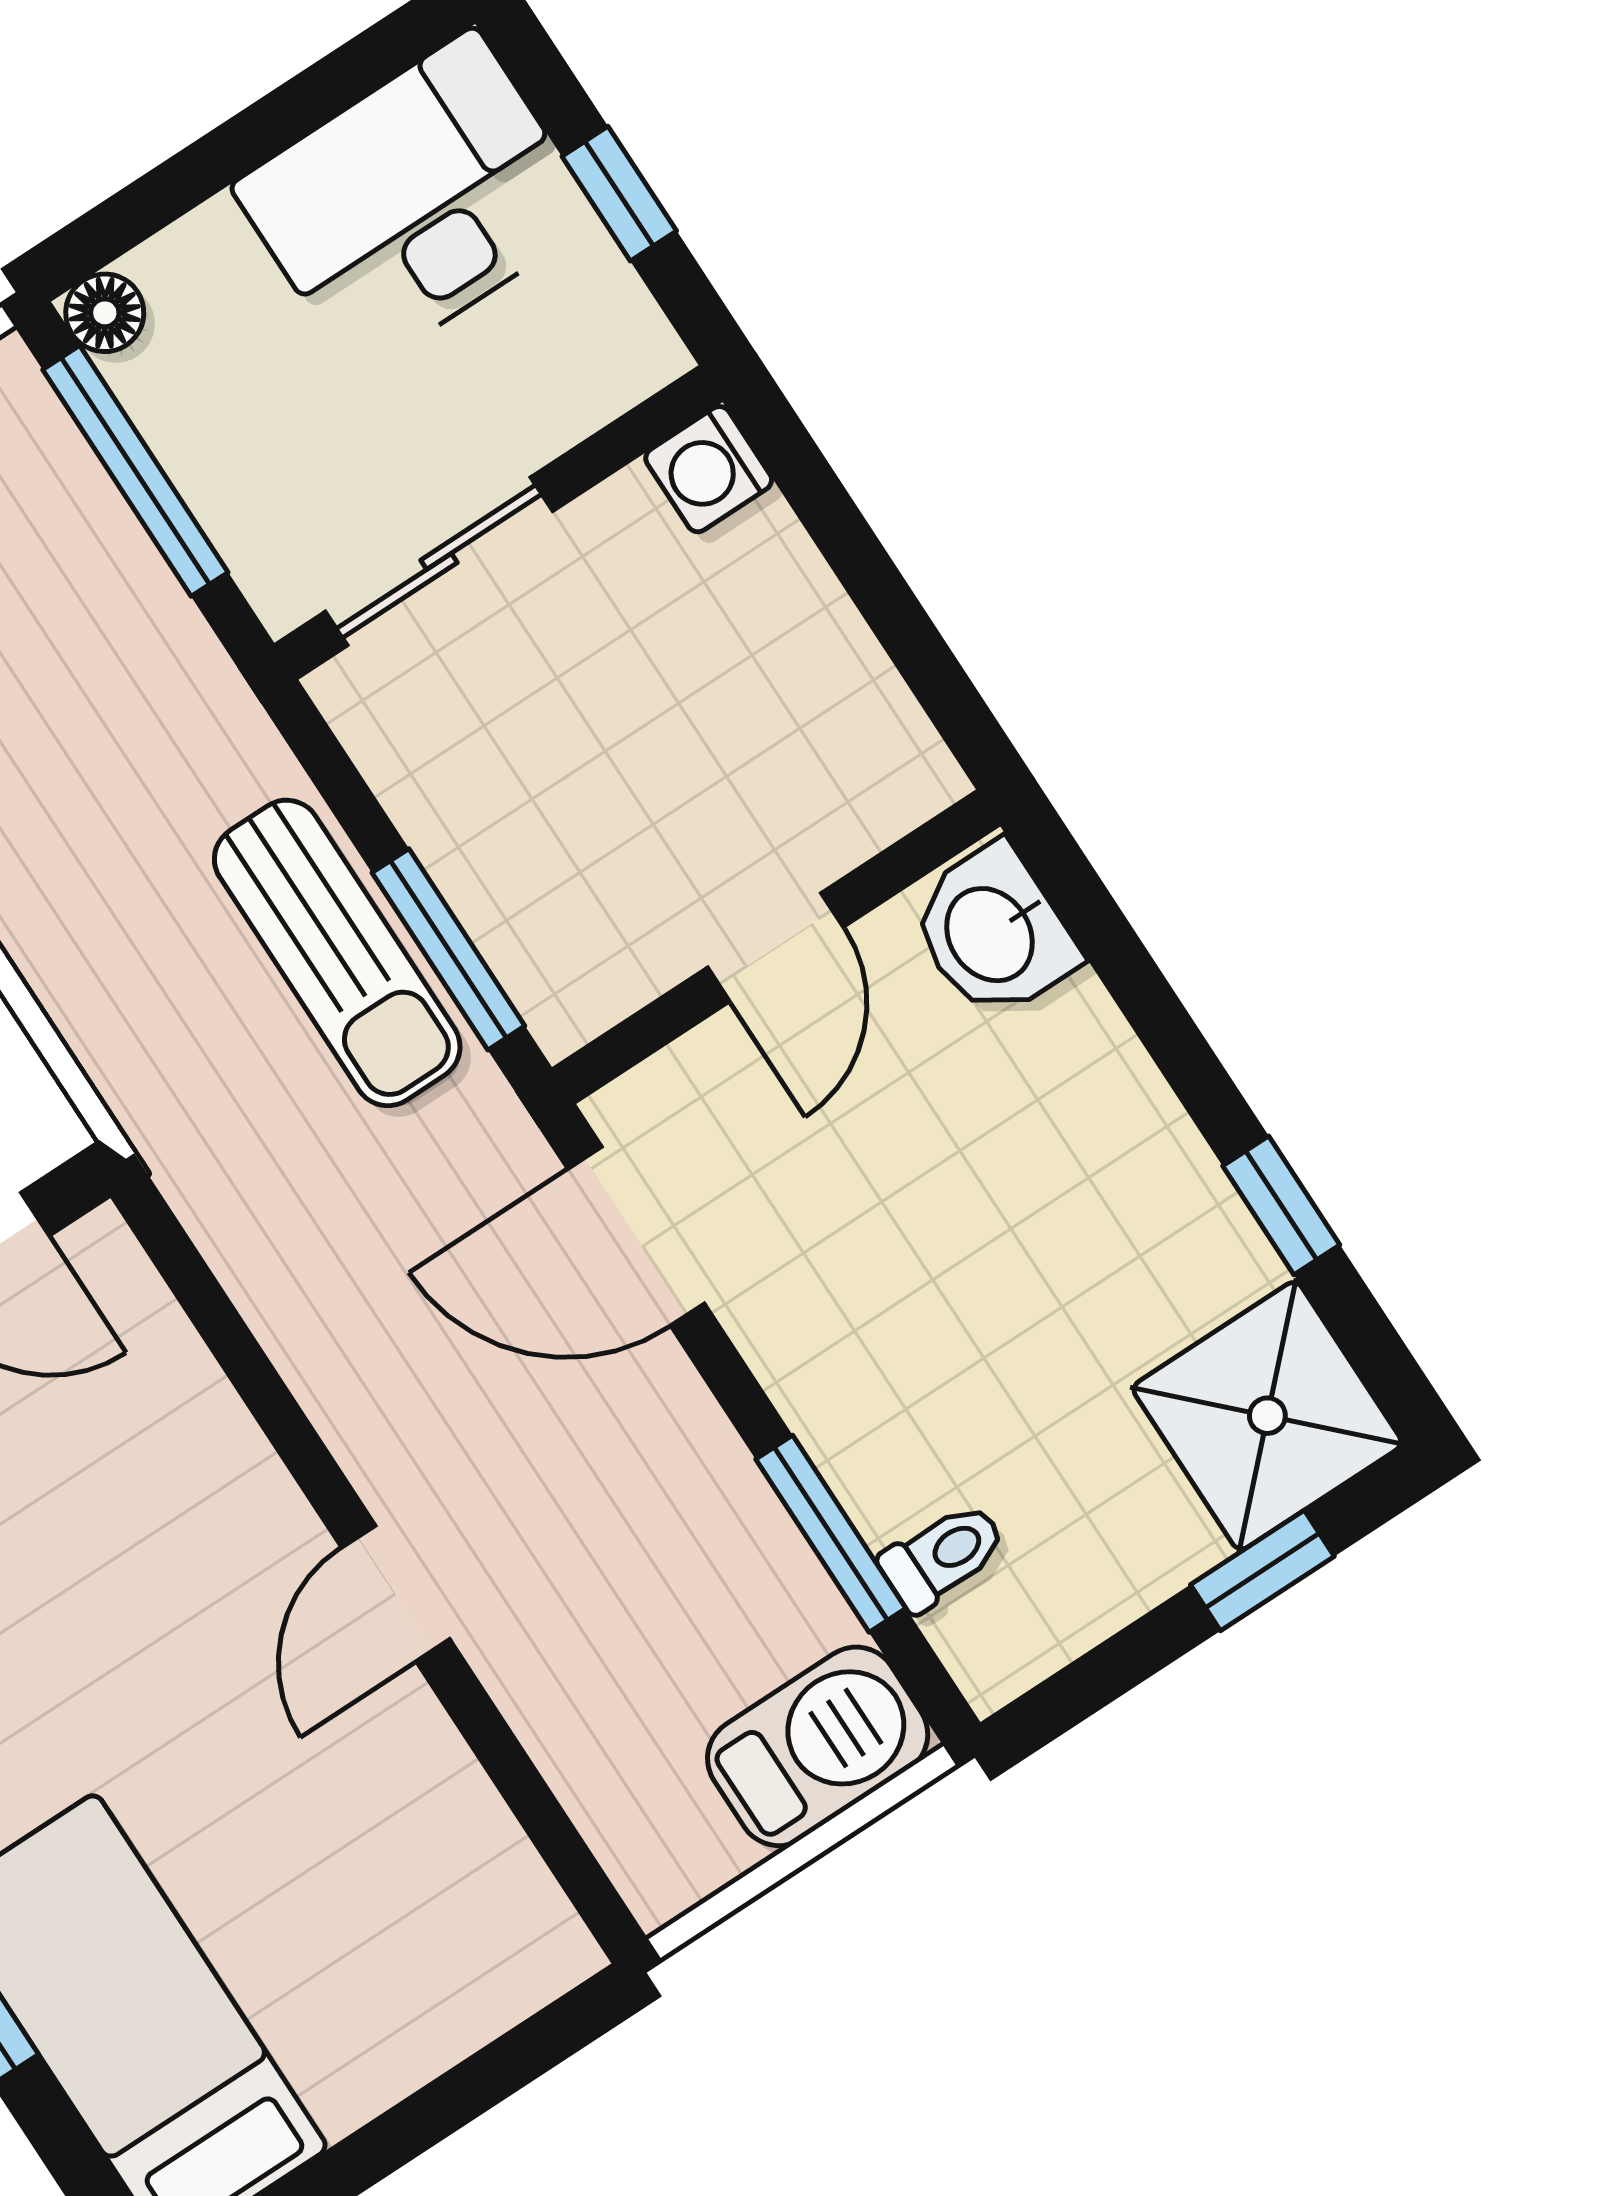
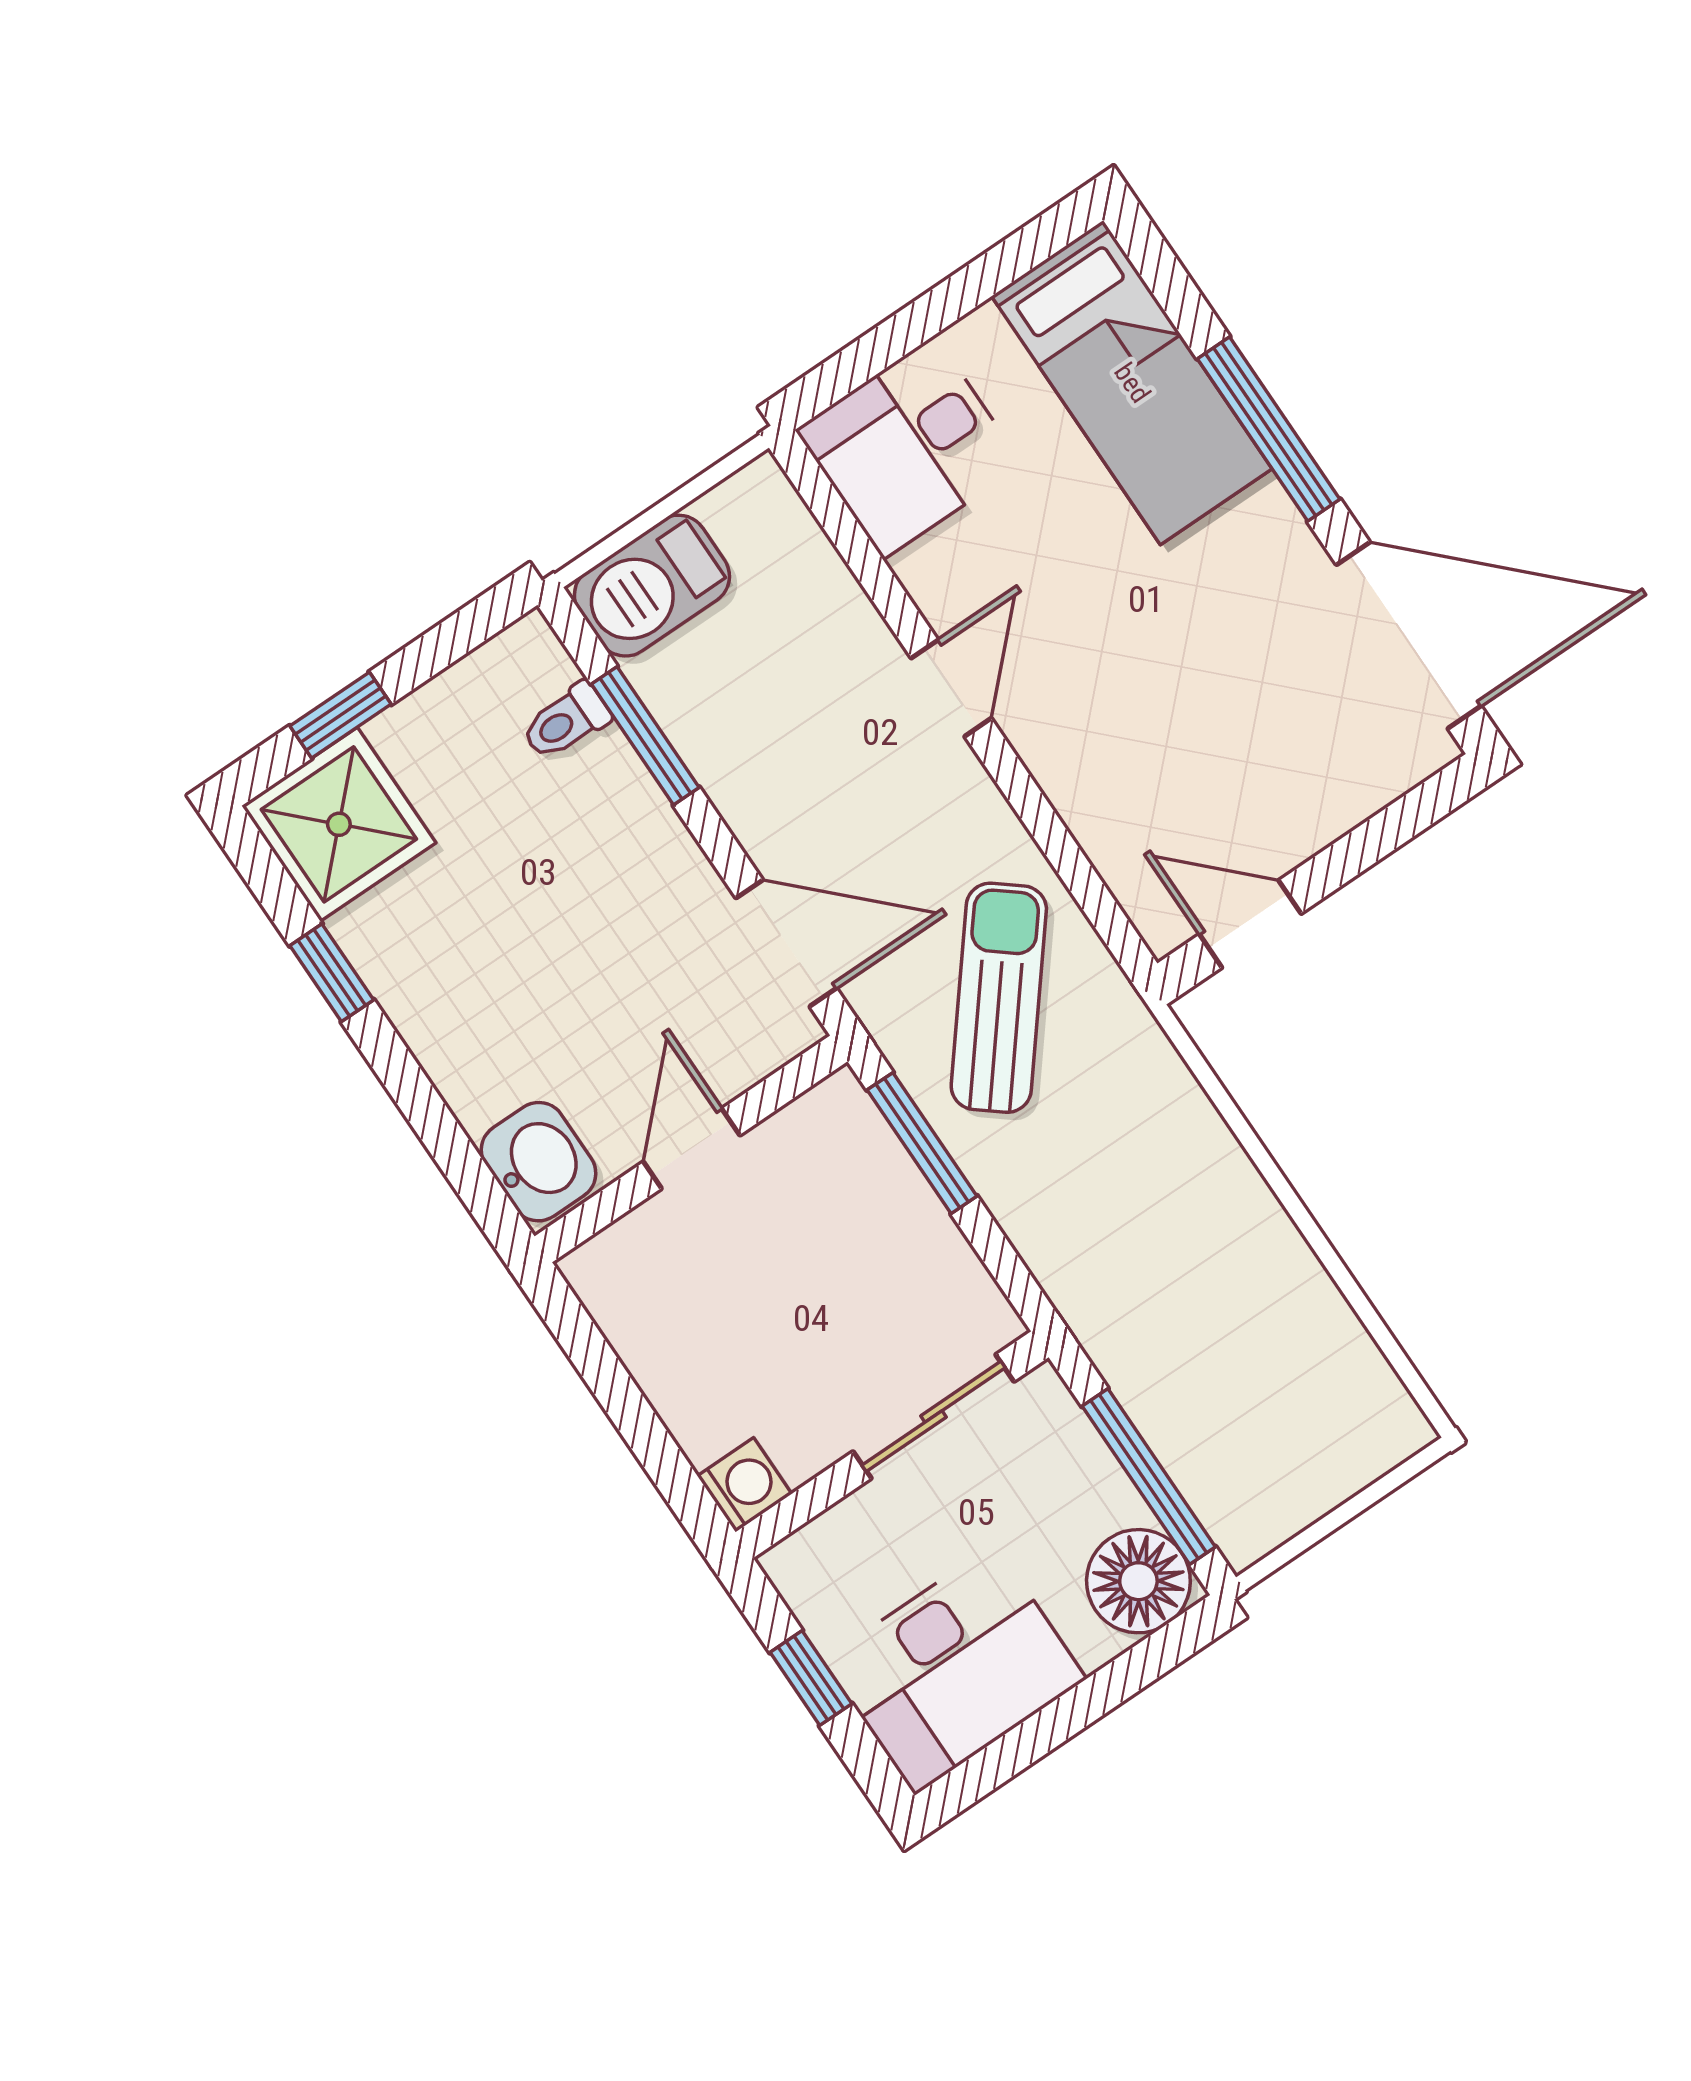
floor lamp: (105, 313) -> (1138, 1581), width x1.89, depth x1.89
sun lounger: (337, 953) -> (999, 998), moved, turned 39
desk: (450, 1936) -> (909, 447), added

